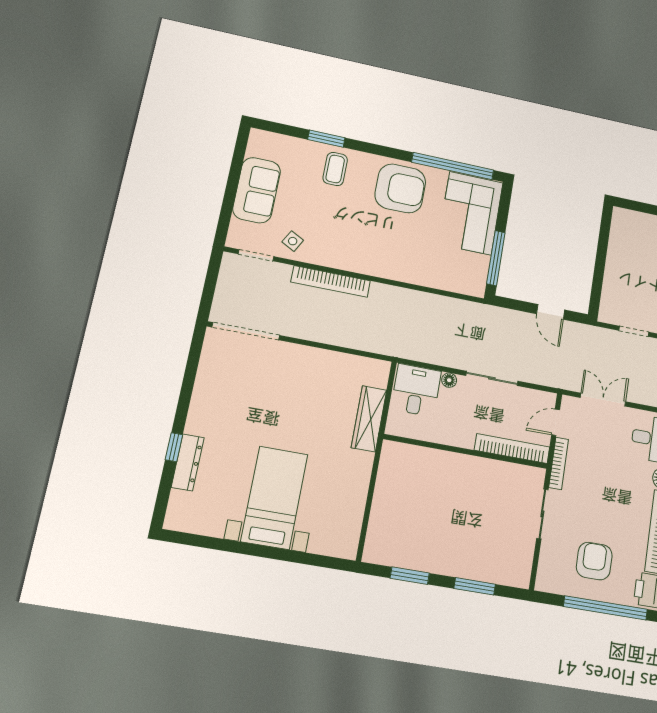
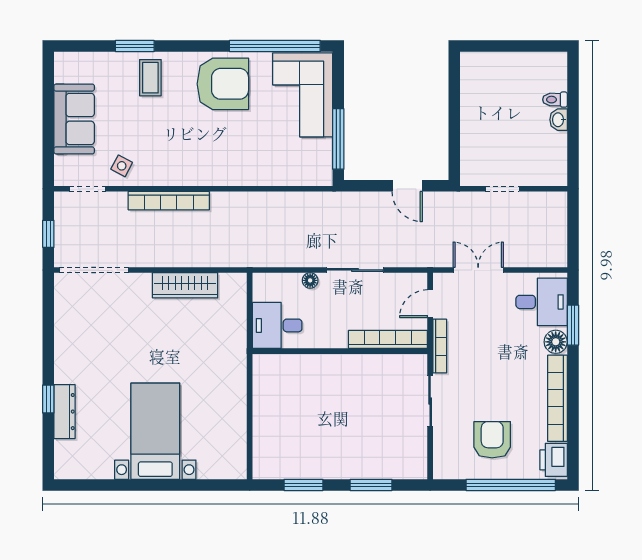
window: (209, 289) -> (48, 234), added
desk: (416, 390) -> (277, 325), moved, turned -90
wardrobe: (369, 419) -> (185, 285), moved, turned -90

